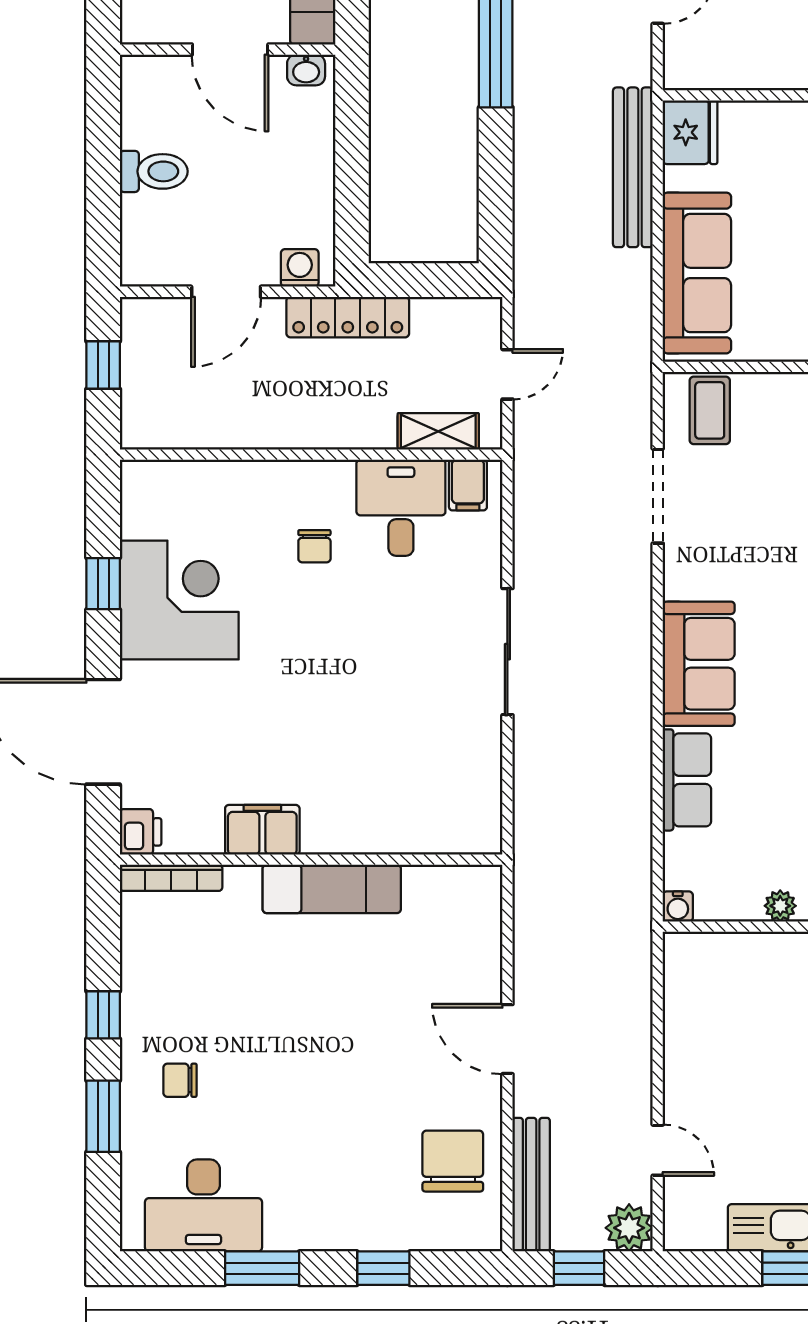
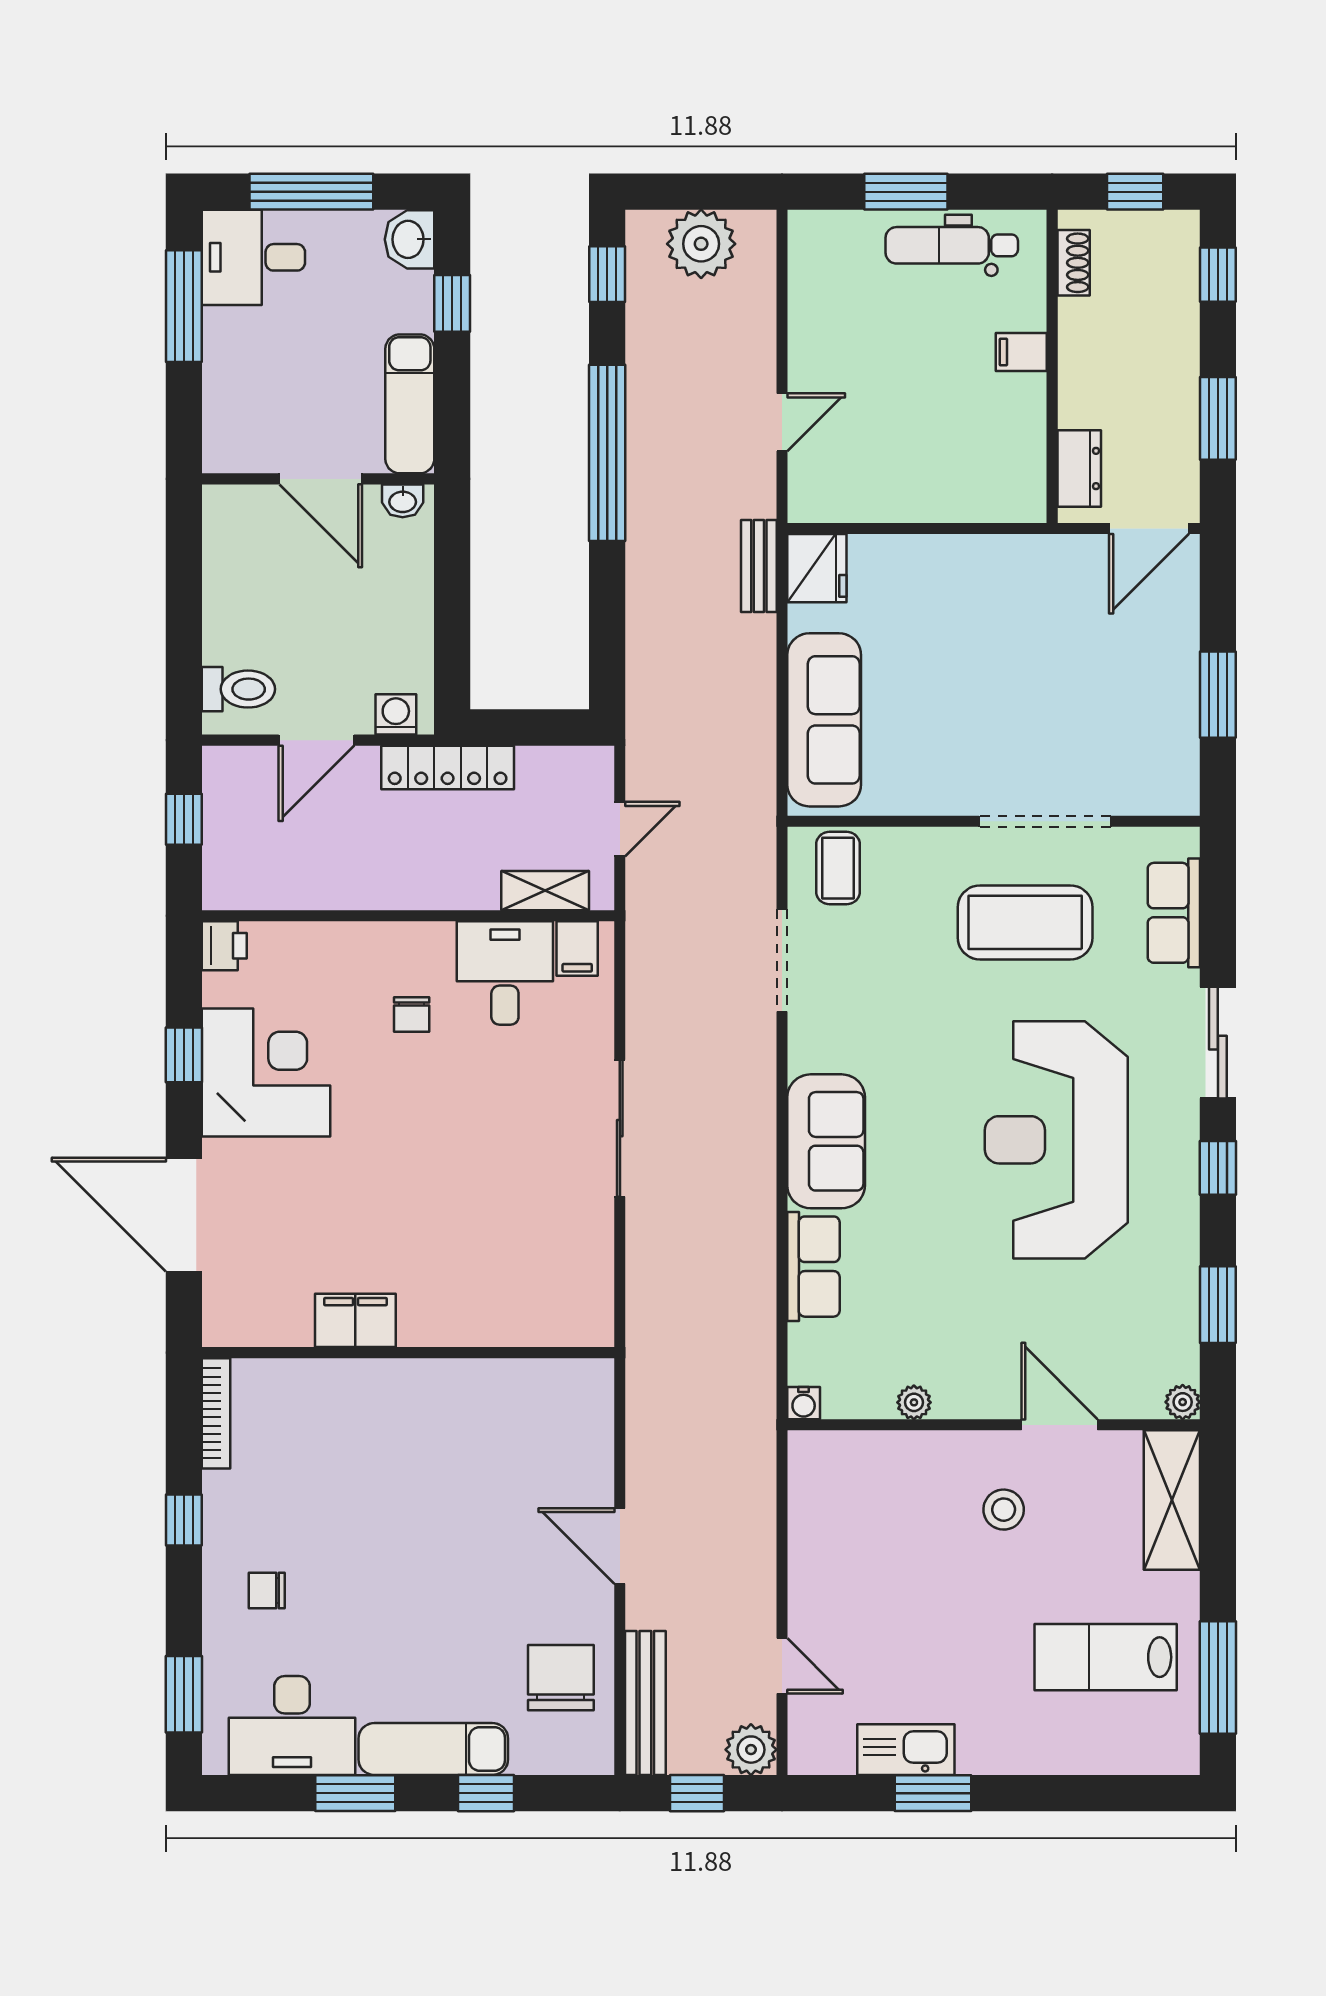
bench: (633, 167) -> (759, 566), width x0.54, depth x0.82
toilet: (154, 171) -> (238, 689), moved
printer: (141, 832) -> (224, 946), moved
bookcase: (171, 878) -> (216, 1413), moved, turned -90
exam couch: (332, 889) -> (433, 1749), moved, turned 180
window: (103, 1116) -> (184, 1694), moved

